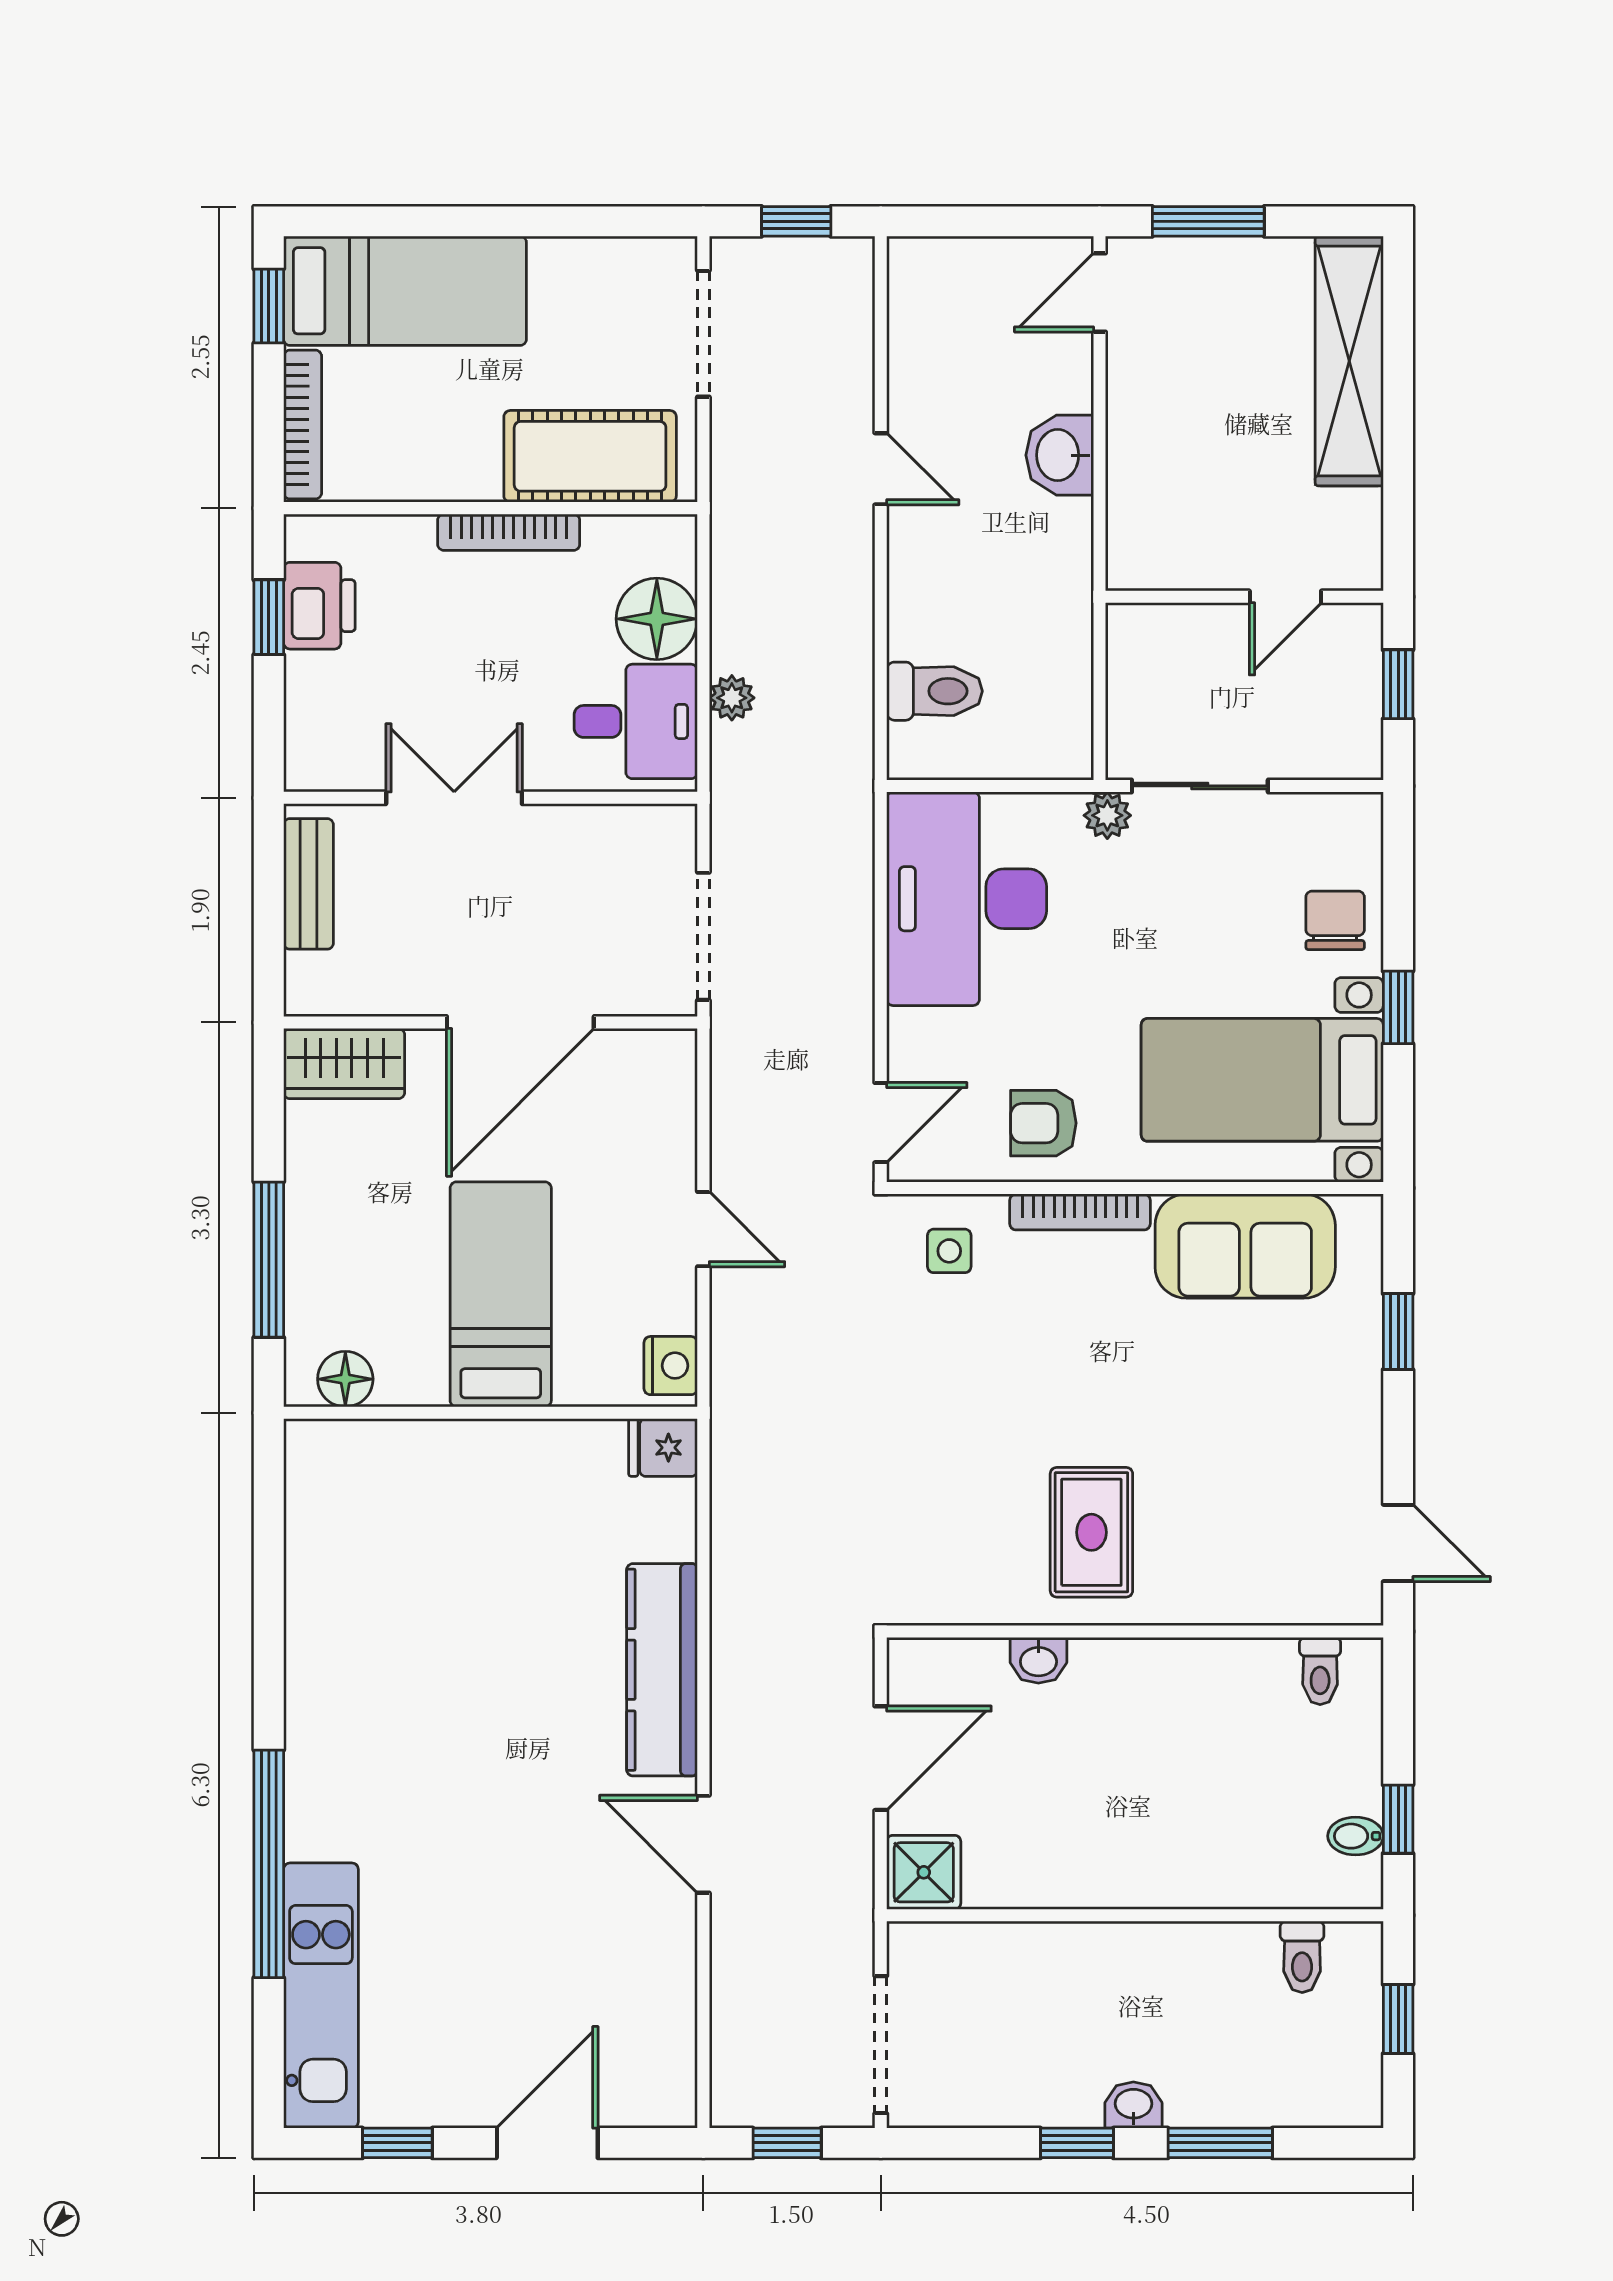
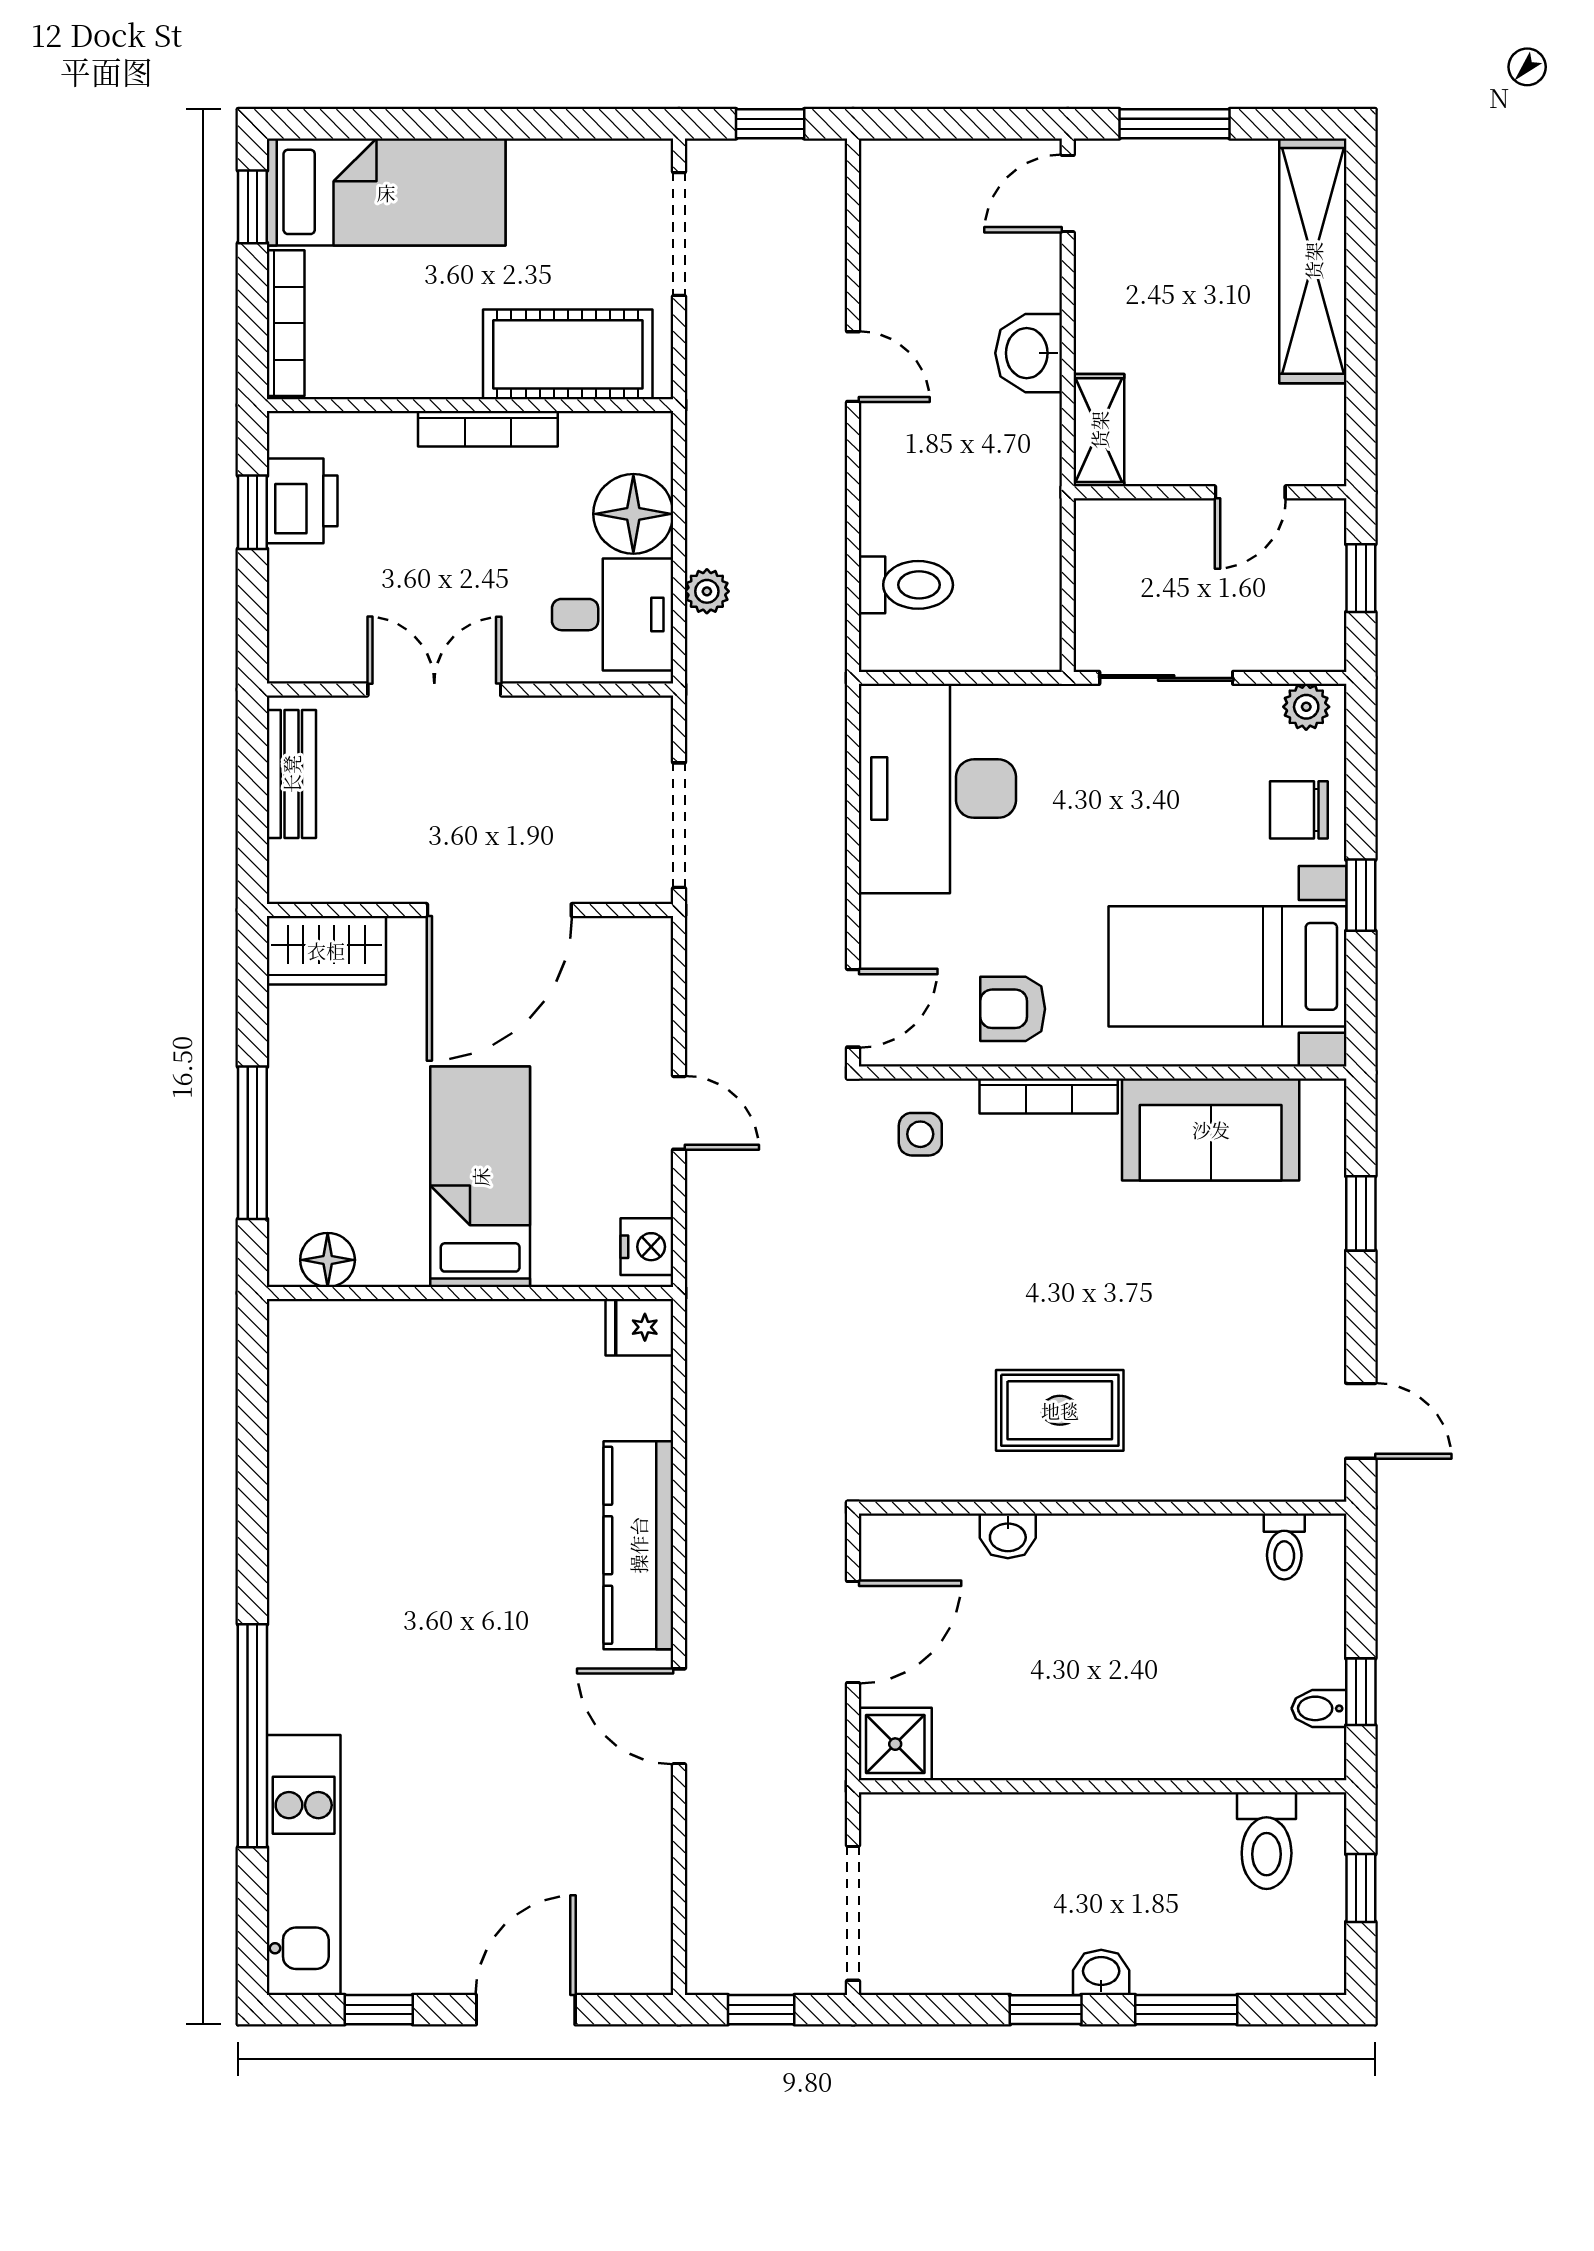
shelving: (1131, 534) -> (1099, 430), added
plant: (1107, 815) -> (1306, 707), moved
chair: (1335, 920) -> (1299, 810), turned -90
rug: (1091, 1532) -> (1060, 1410), turned 90
toilet: (1302, 1957) -> (1267, 1841), width x1.37, depth x1.39

